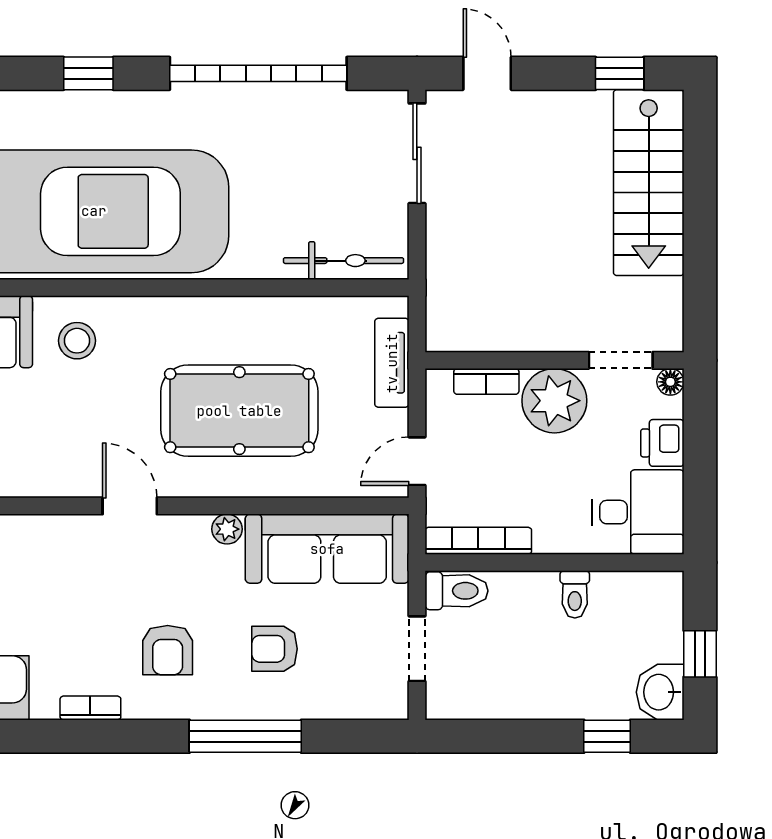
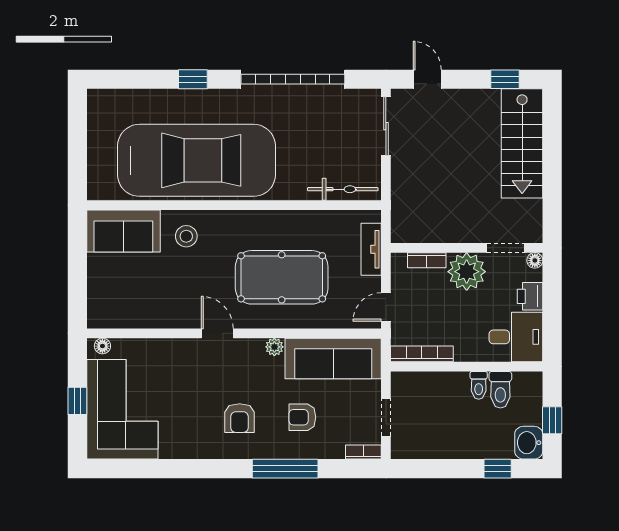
toilet: (457, 591) -> (500, 390), moved, turned 90
bookcase: (90, 708) -> (363, 452), moved

